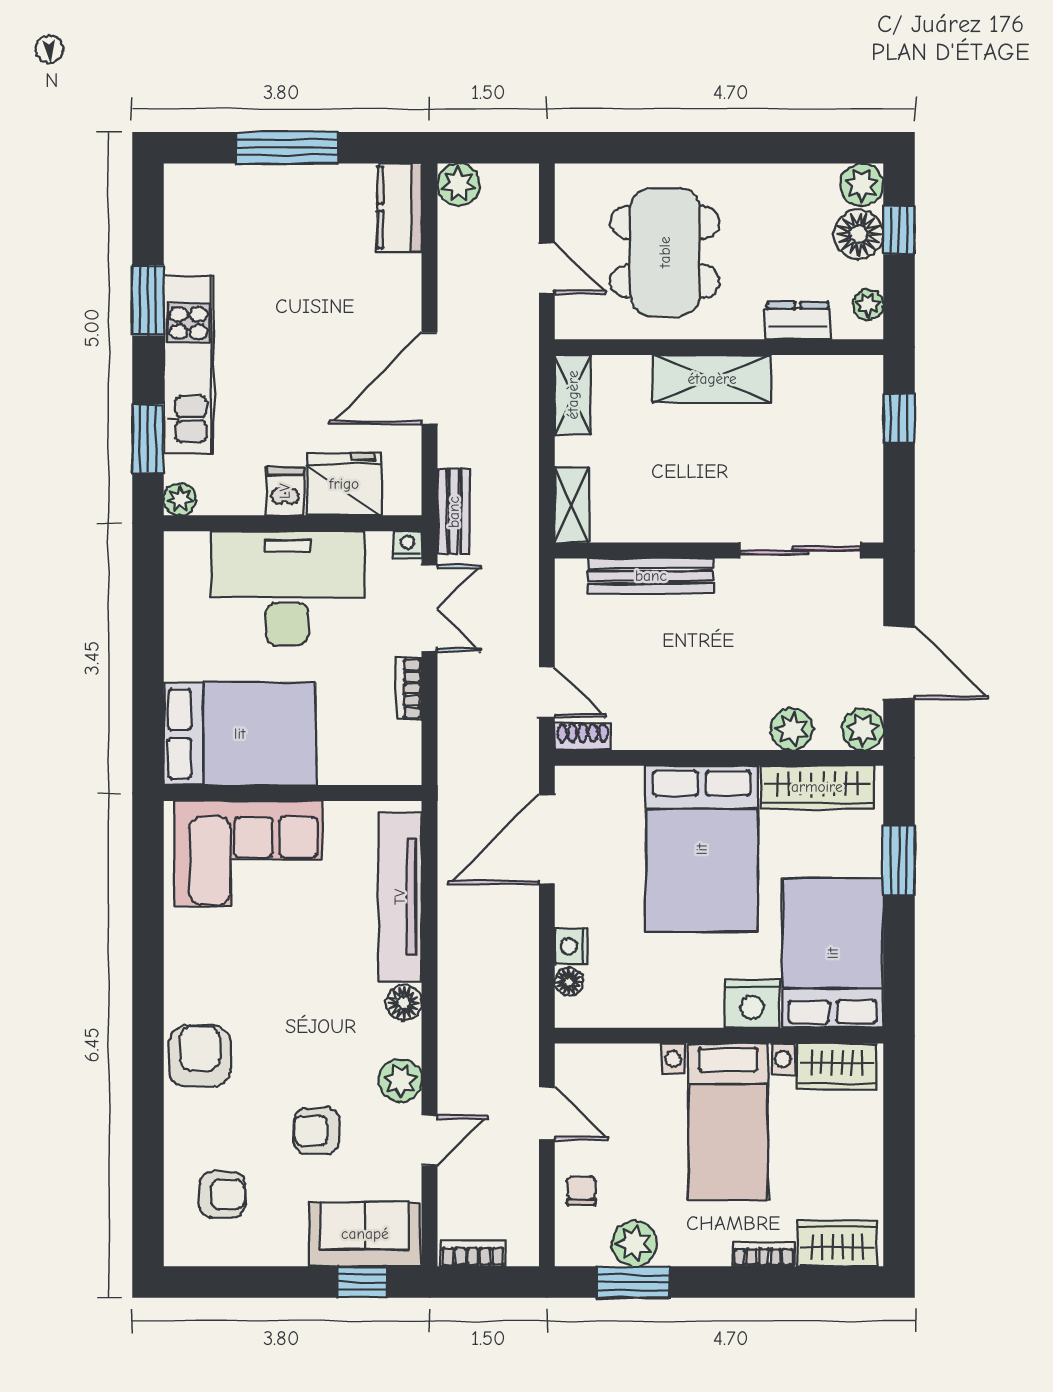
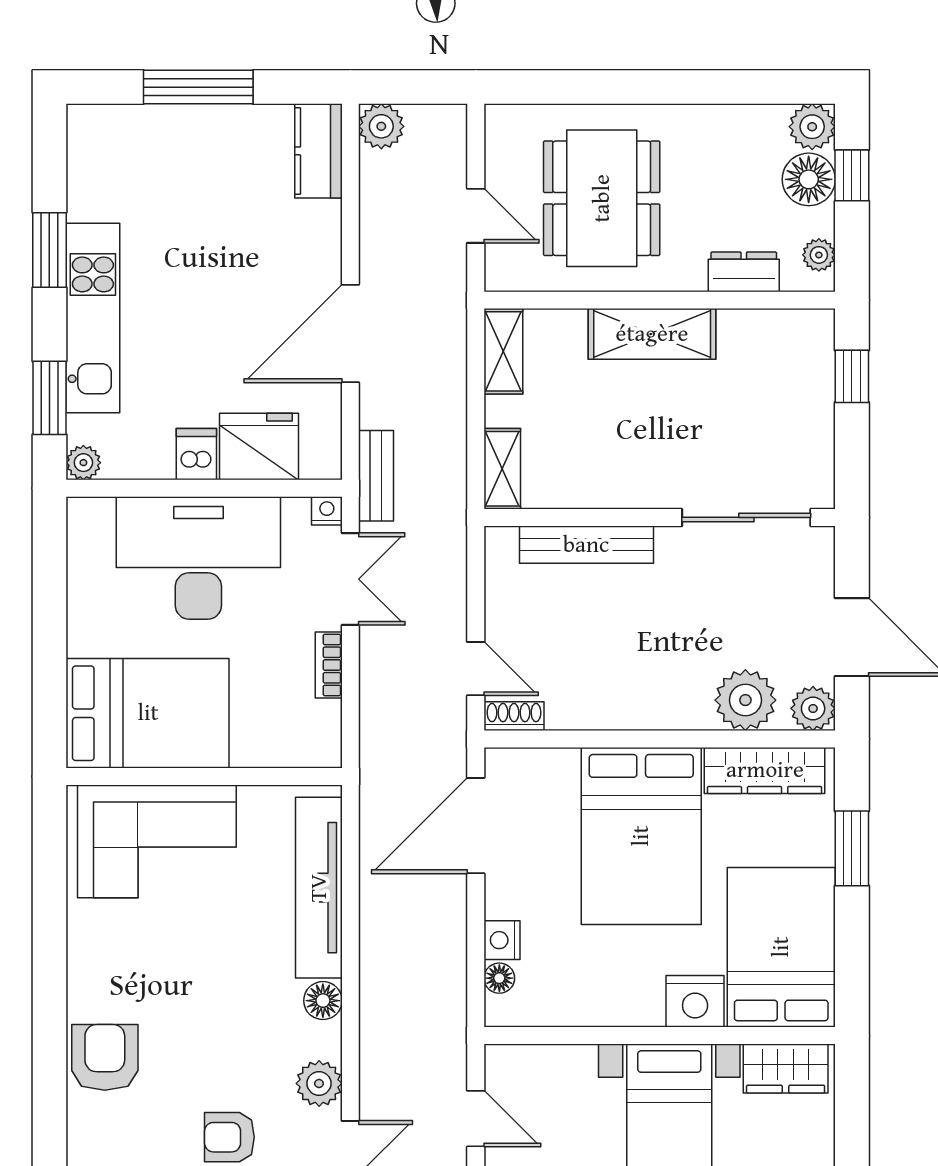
plant: (792, 729) -> (745, 700), width x1.36, depth x1.36

